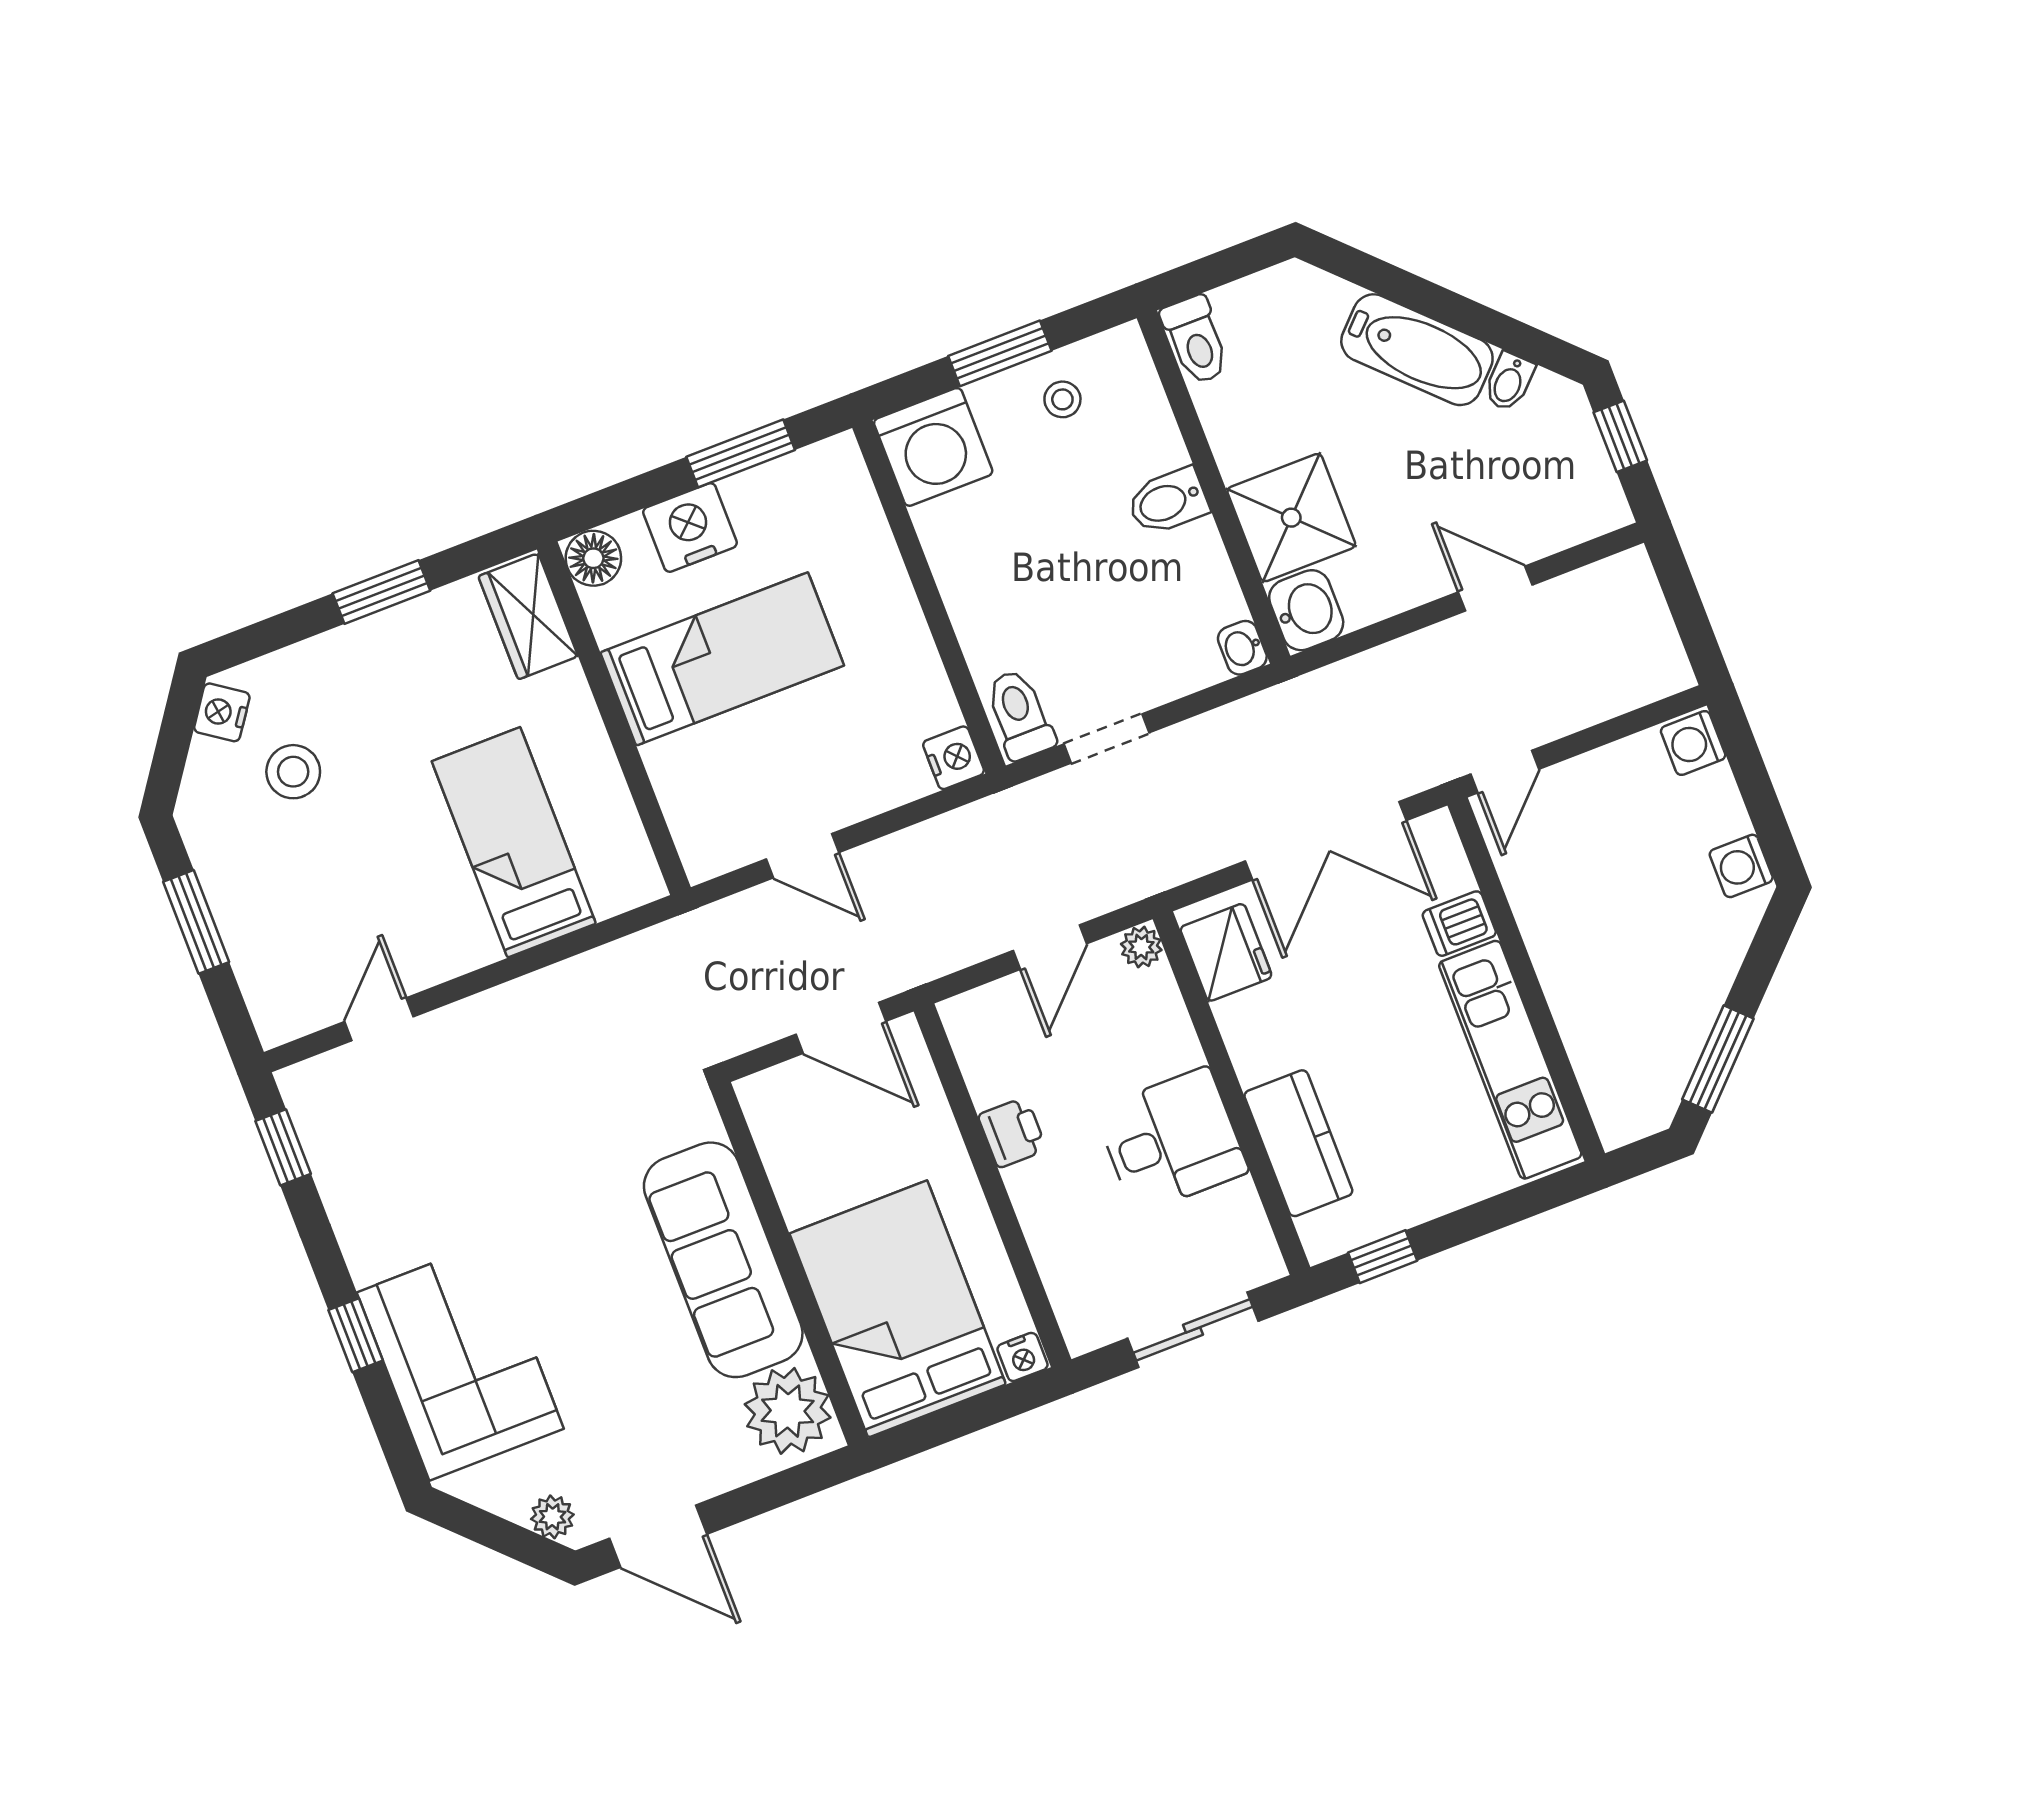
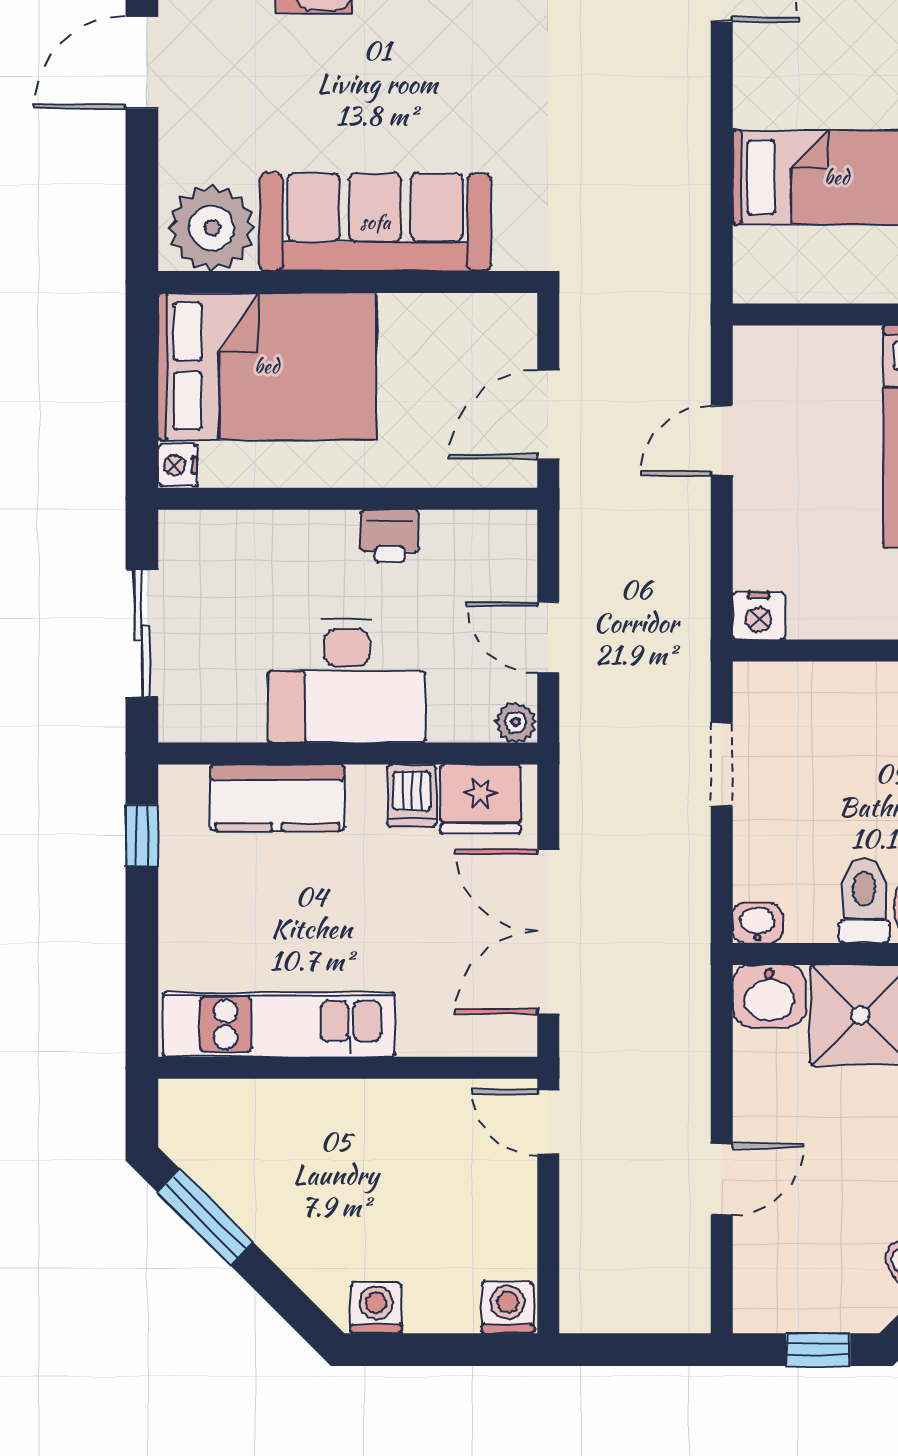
toilet: (1020, 715) -> (864, 901), moved, turned -90
dishwasher: (1459, 924) -> (412, 796), moved, turned 180
desk: (1171, 1141) -> (347, 681), width x1.37

